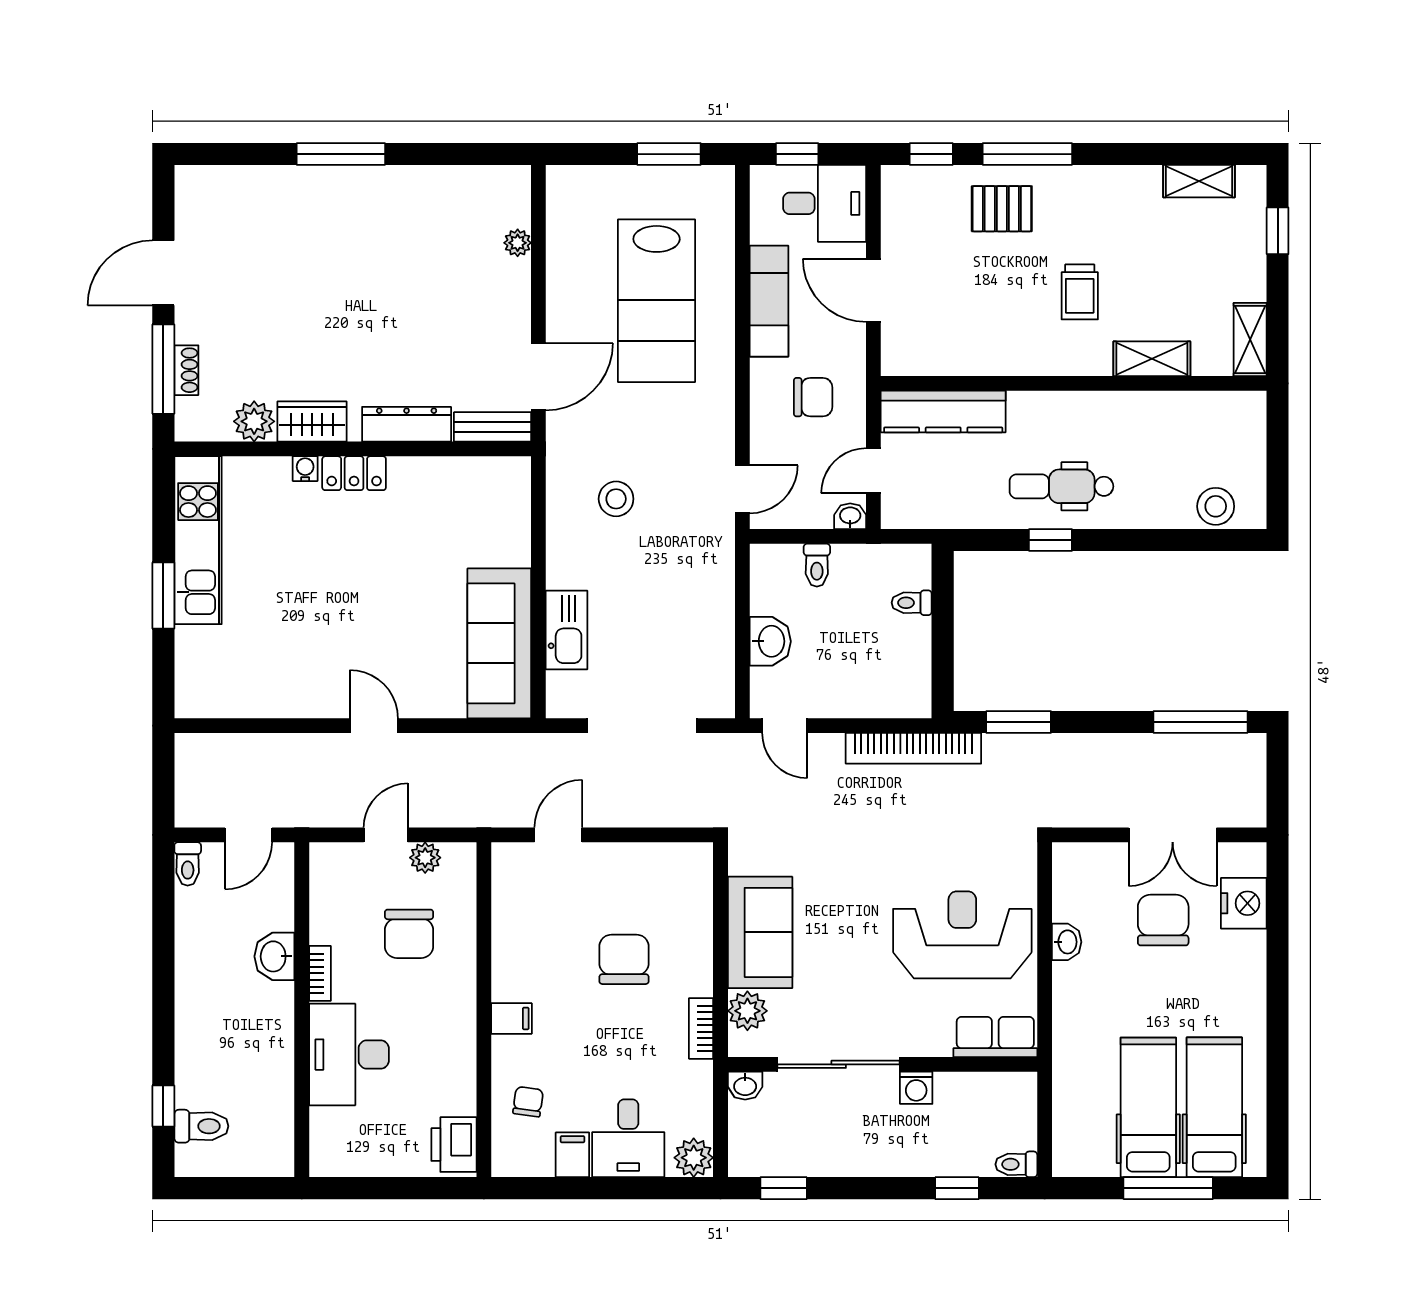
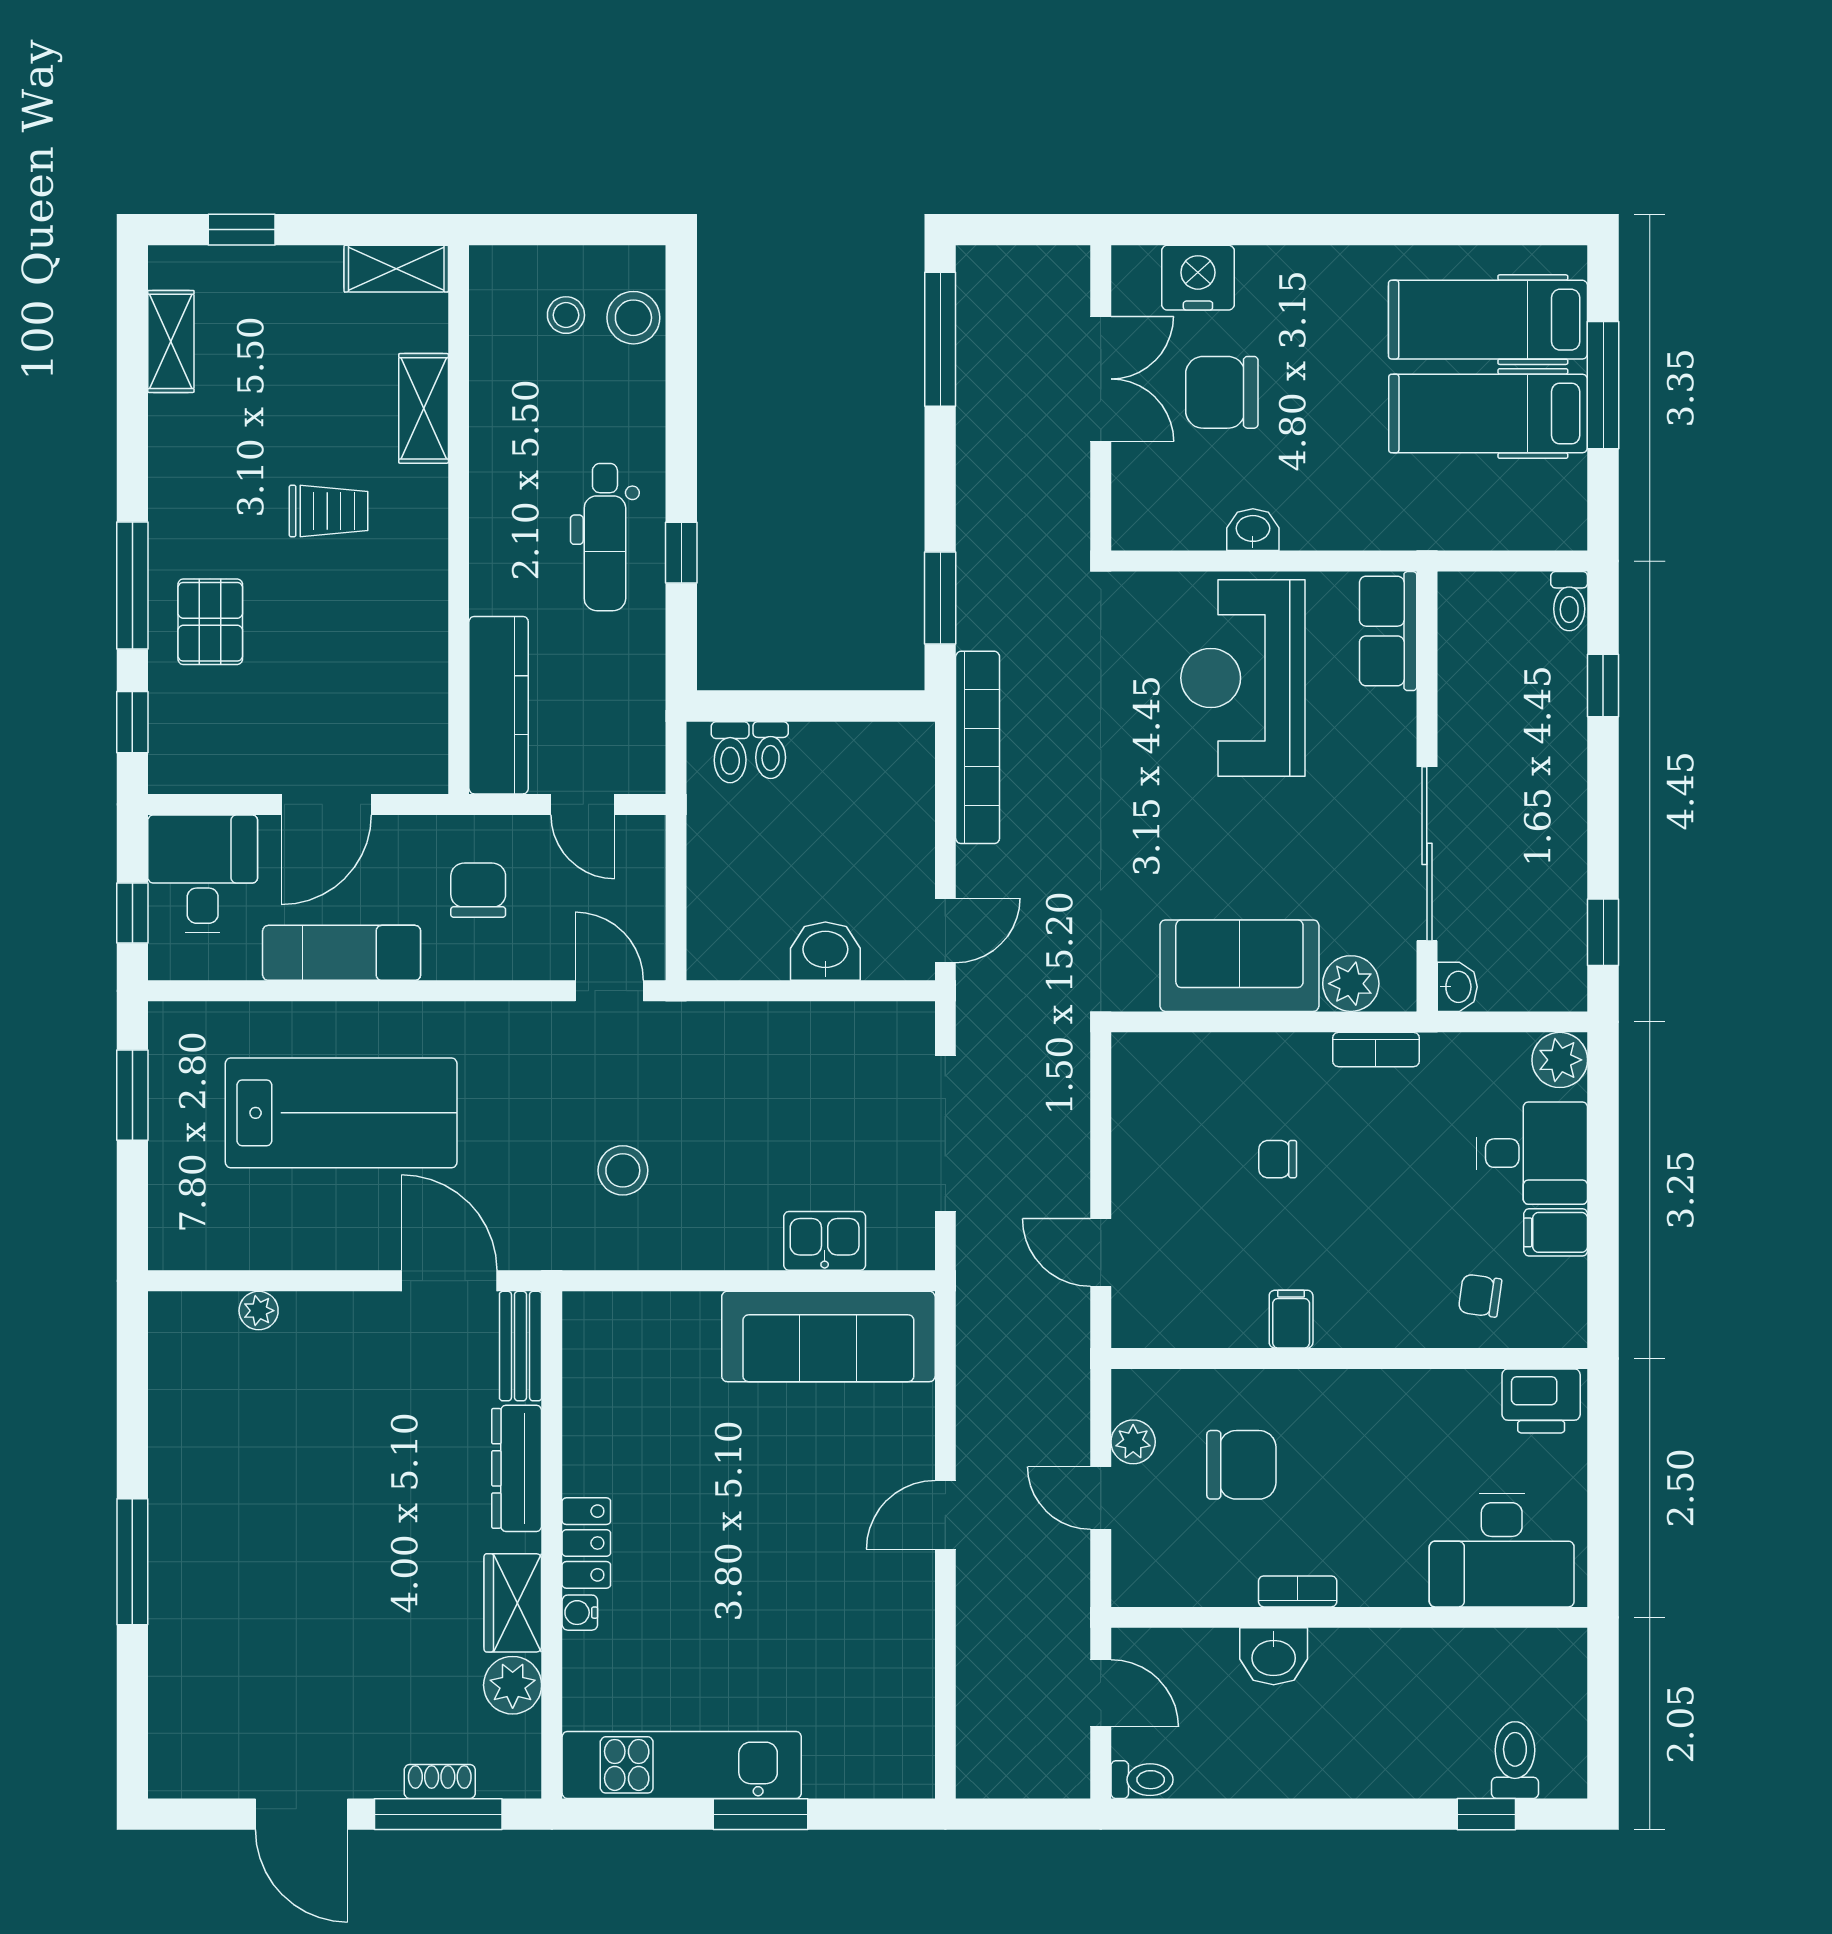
stool: (1218, 459) -> (566, 315), added
washbasin: (850, 516) -> (647, 837), removed
toilet: (817, 565) -> (730, 752), moved, turned 90
kitchen sink: (566, 630) -> (825, 1241), width x0.73
chair: (624, 959) -> (1278, 1159), width x0.54, depth x0.54
filing cabinet: (511, 1018) -> (1291, 1319), moved
desk: (349, 1055) -> (1502, 1550), moved
washing machine: (916, 1088) -> (1460, 744), removed

